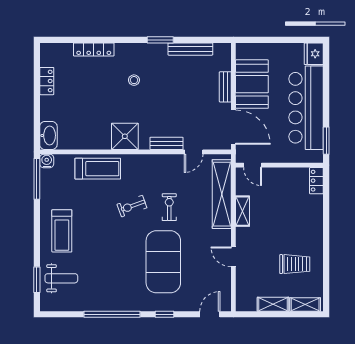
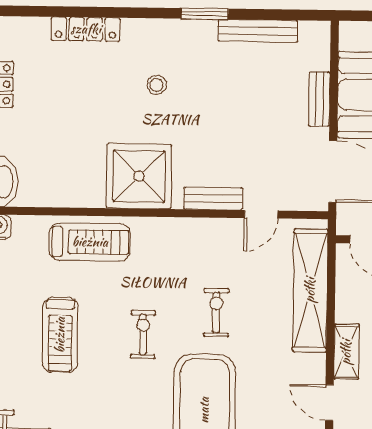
shower: (125, 136) -> (139, 176), width x1.37, depth x1.37
exercise bike: (132, 206) -> (143, 334), moved, turned 110
shelving: (242, 211) -> (346, 352), moved
treadmill: (62, 231) -> (60, 335), moved

